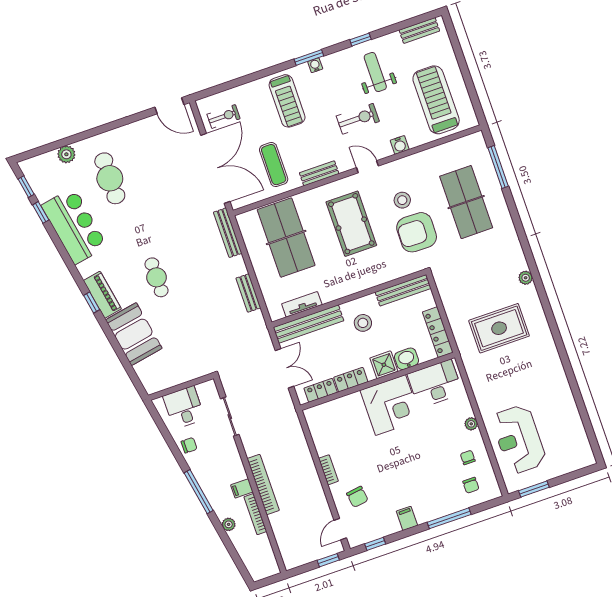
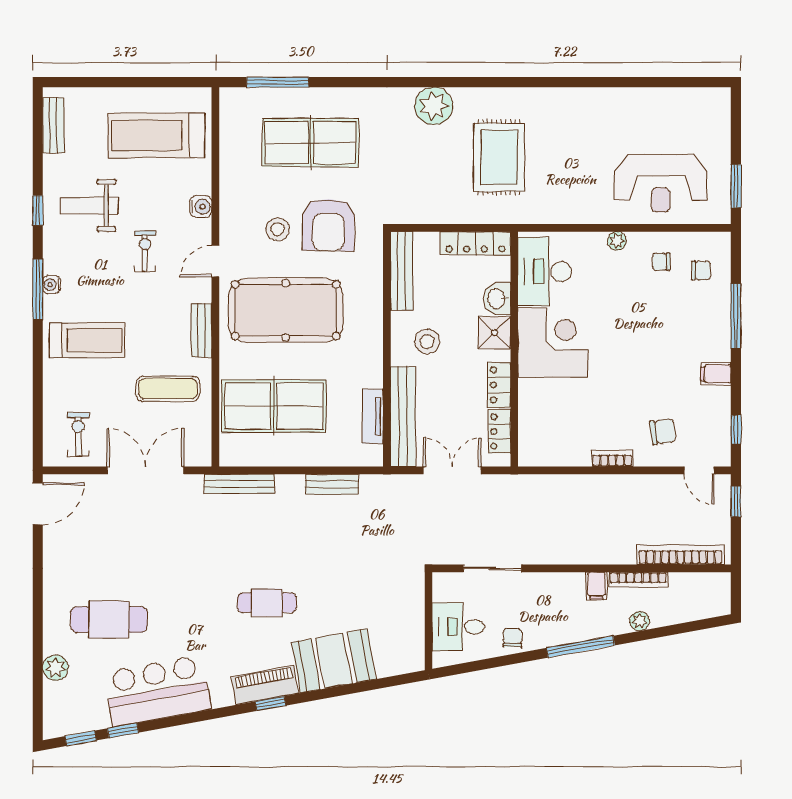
window: (309, 57) -> (38, 290), width x1.44
exercise bike: (358, 119) -> (145, 251), width x0.73, depth x0.72
double door: (215, 168) -> (145, 470), width x0.73
pool table: (351, 224) -> (286, 310), width x1.36, depth x1.32
plant: (526, 278) -> (434, 106), width x1.88, depth x1.88
bookcase: (263, 485) -> (680, 555), moved

